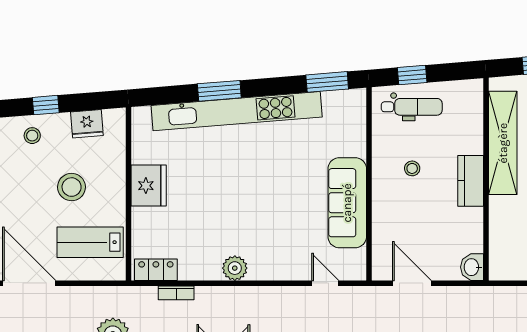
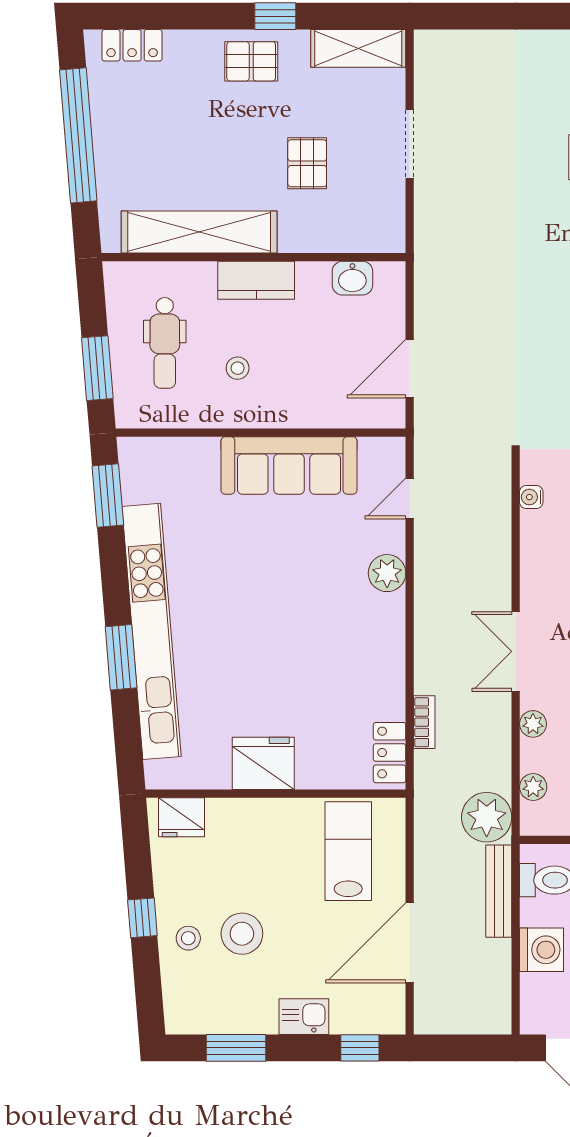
window: (412, 75) -> (97, 368), width x1.50
dental chair: (412, 107) -> (165, 343), moved, turned 180
fridge: (87, 124) -> (182, 817), moved, turned 95
stool: (72, 187) -> (242, 934), moved
lab bench: (90, 242) -> (348, 851), turned 180
washbasin: (472, 267) -> (352, 278), moved
plant: (235, 268) -> (387, 573), moved

